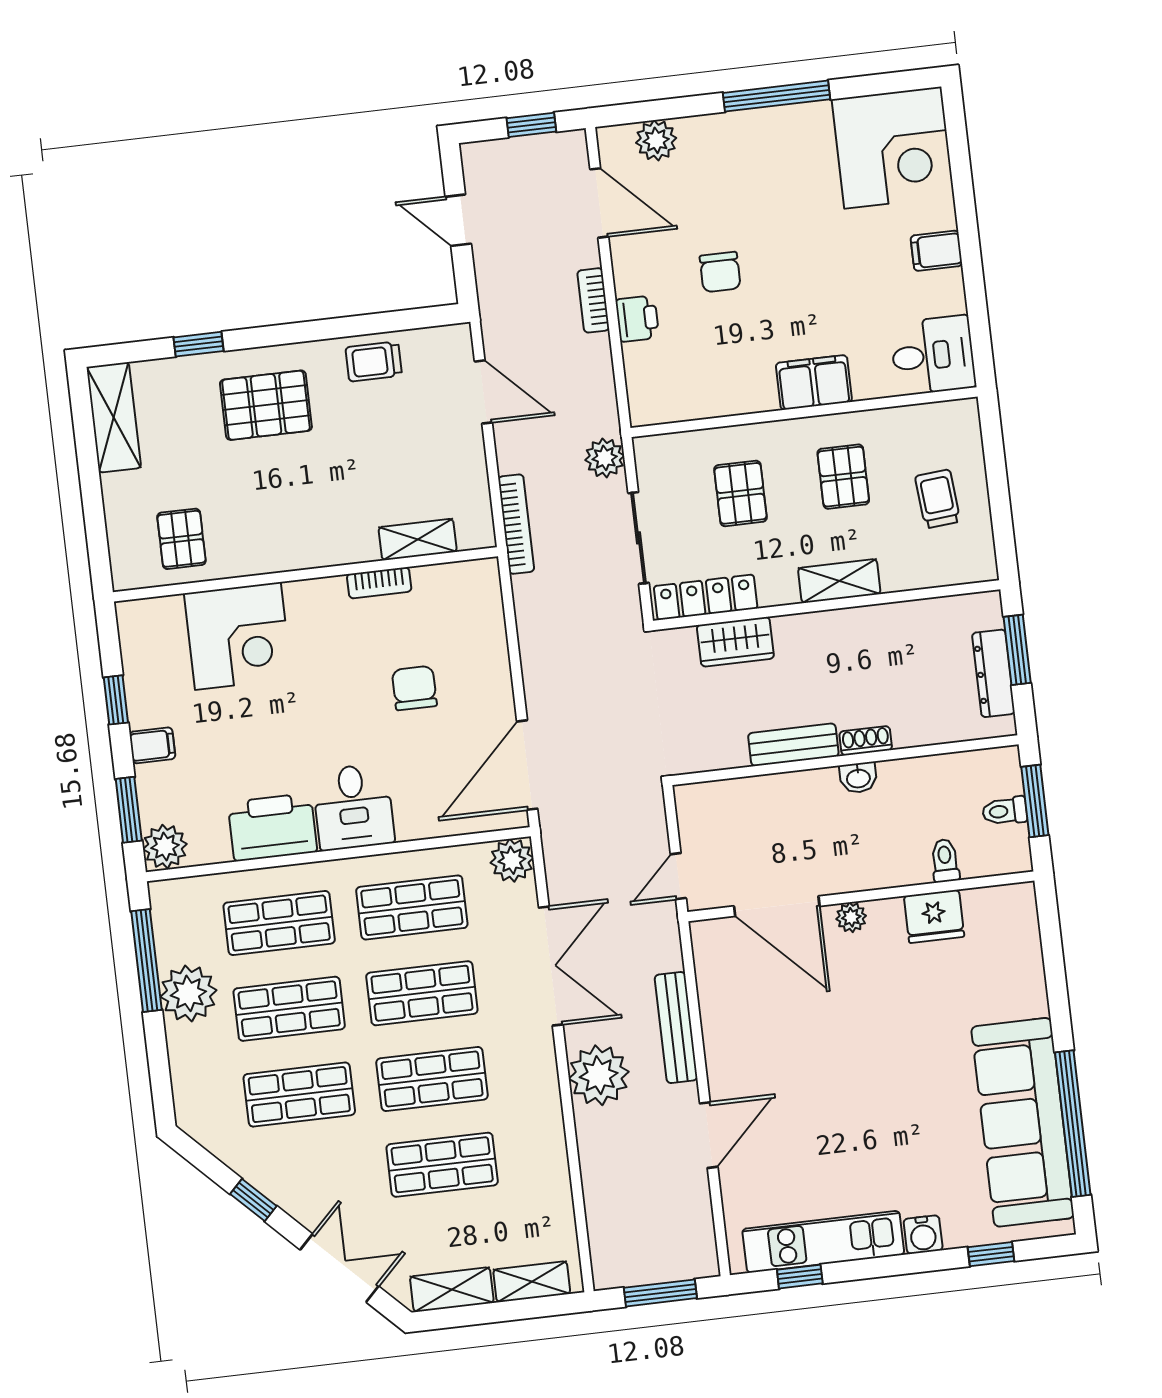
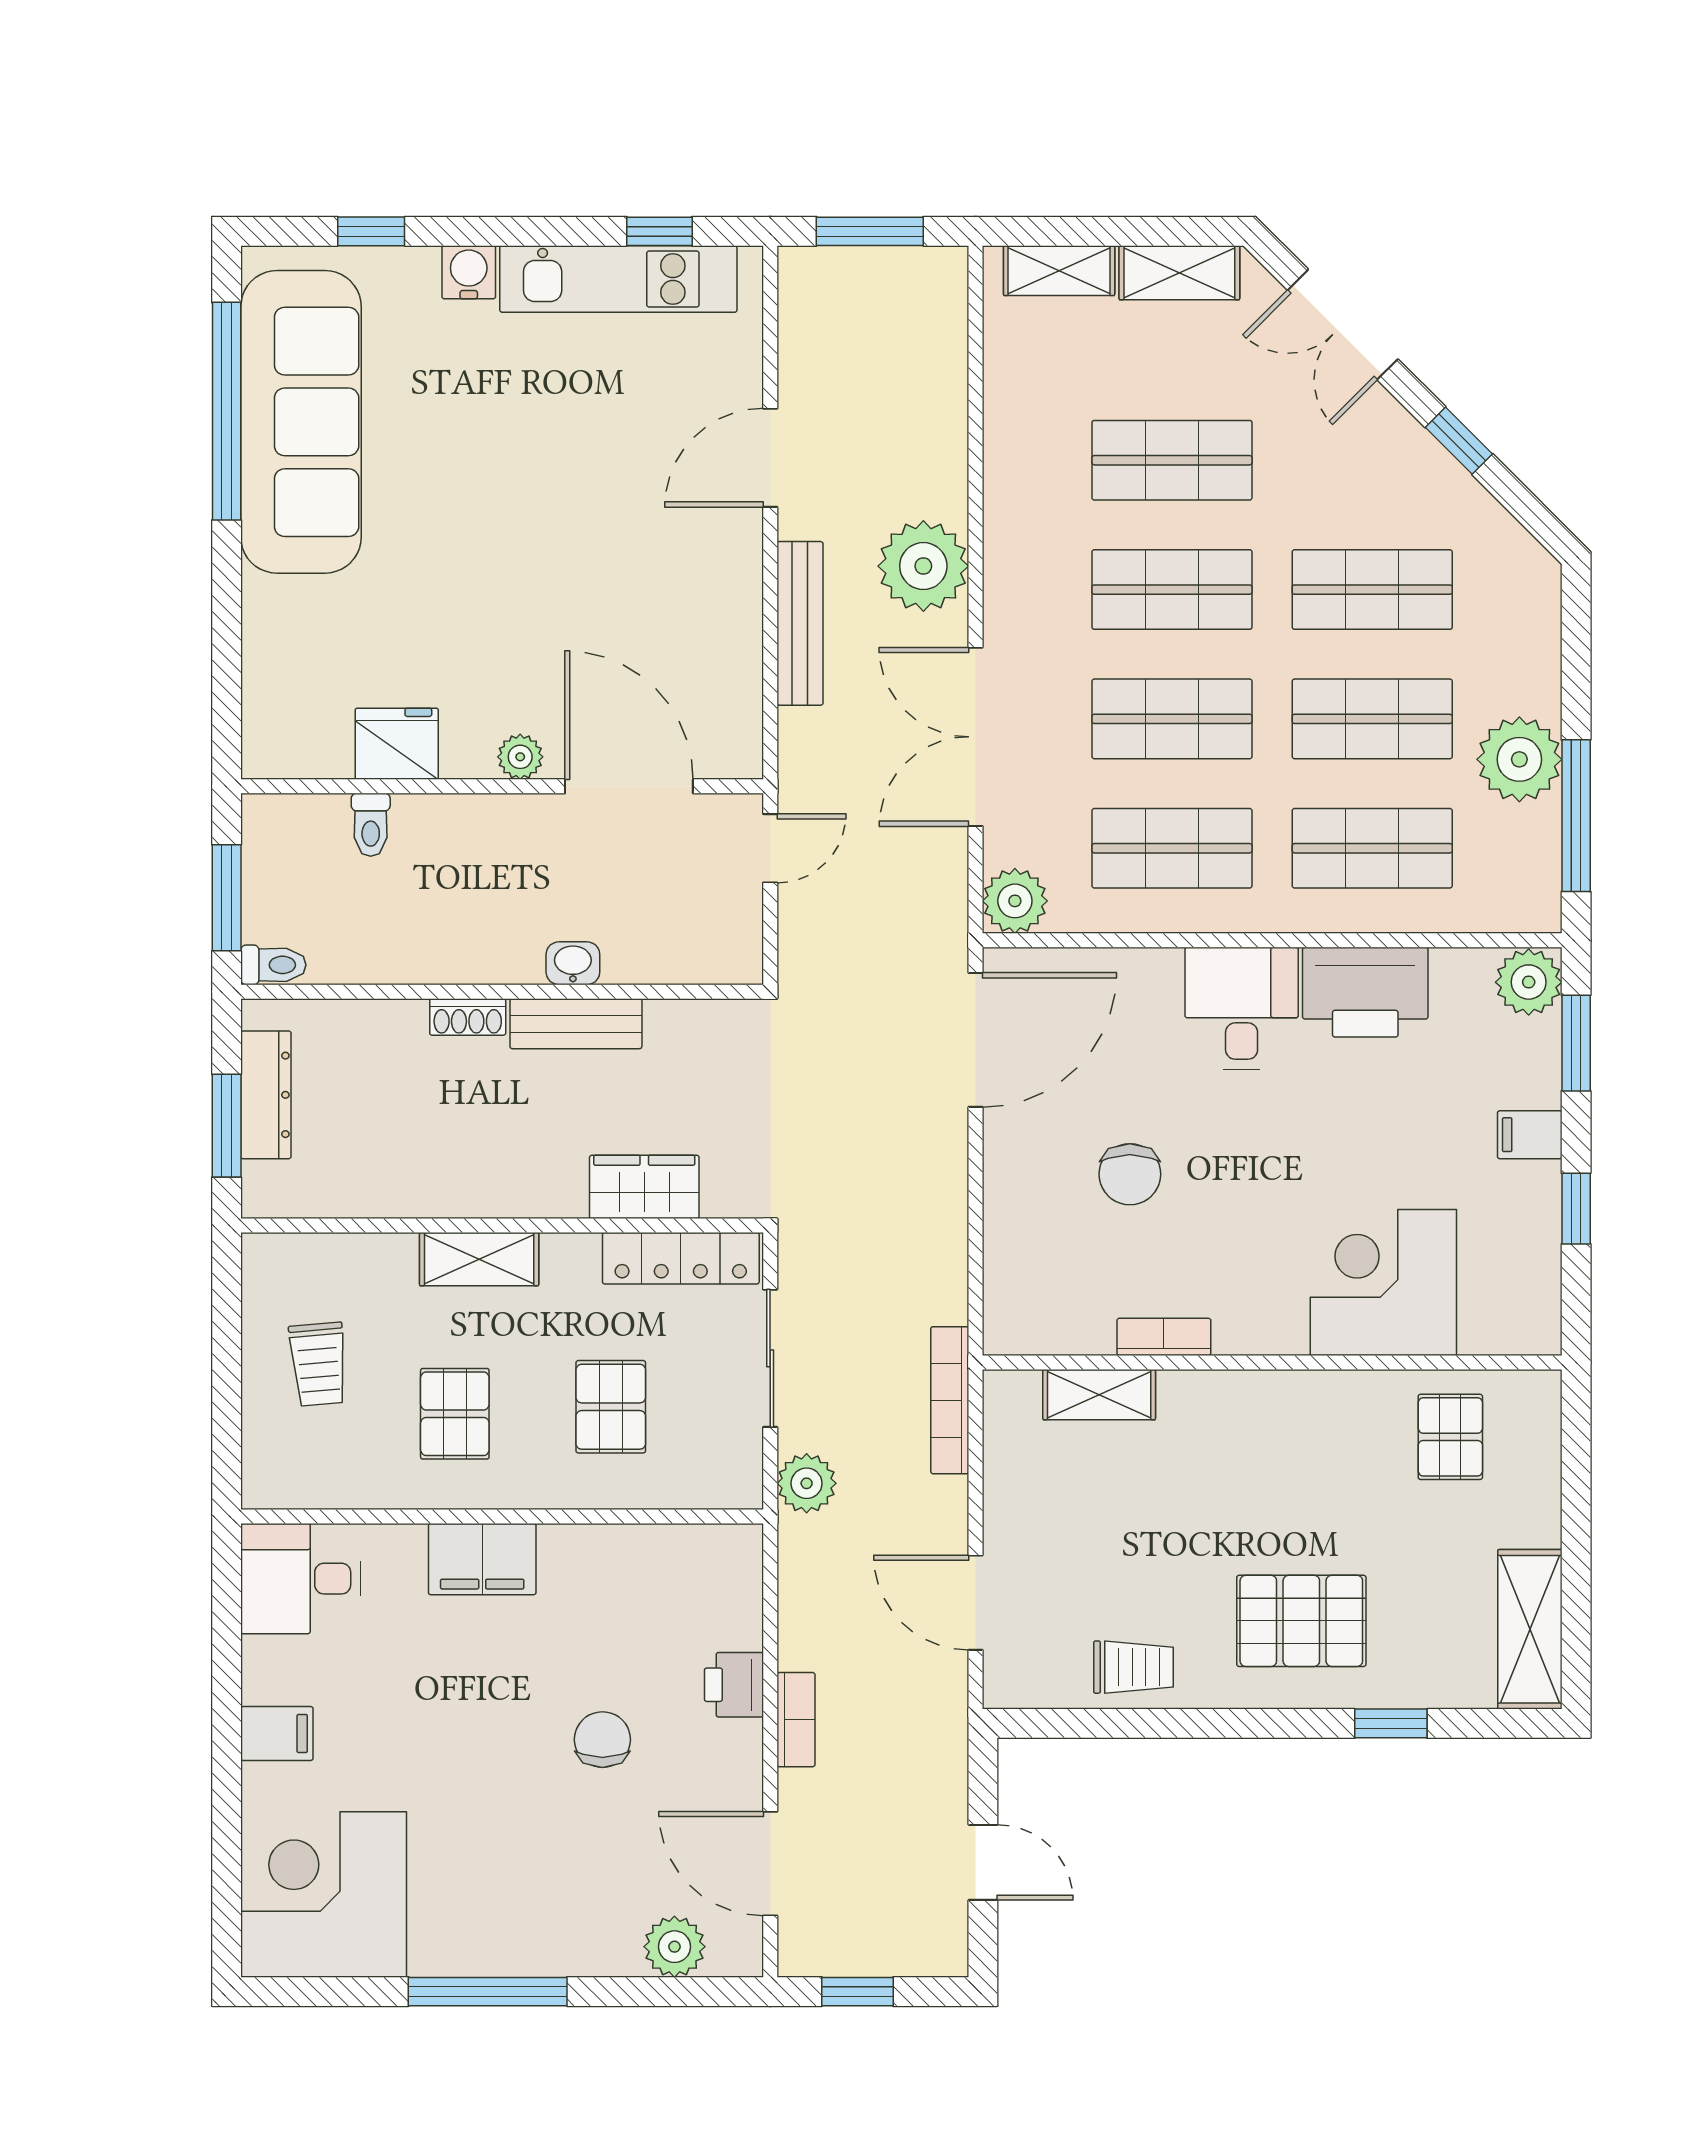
washbasin: (858, 778) -> (573, 963), moved
toilet: (1005, 811) -> (273, 965), moved

